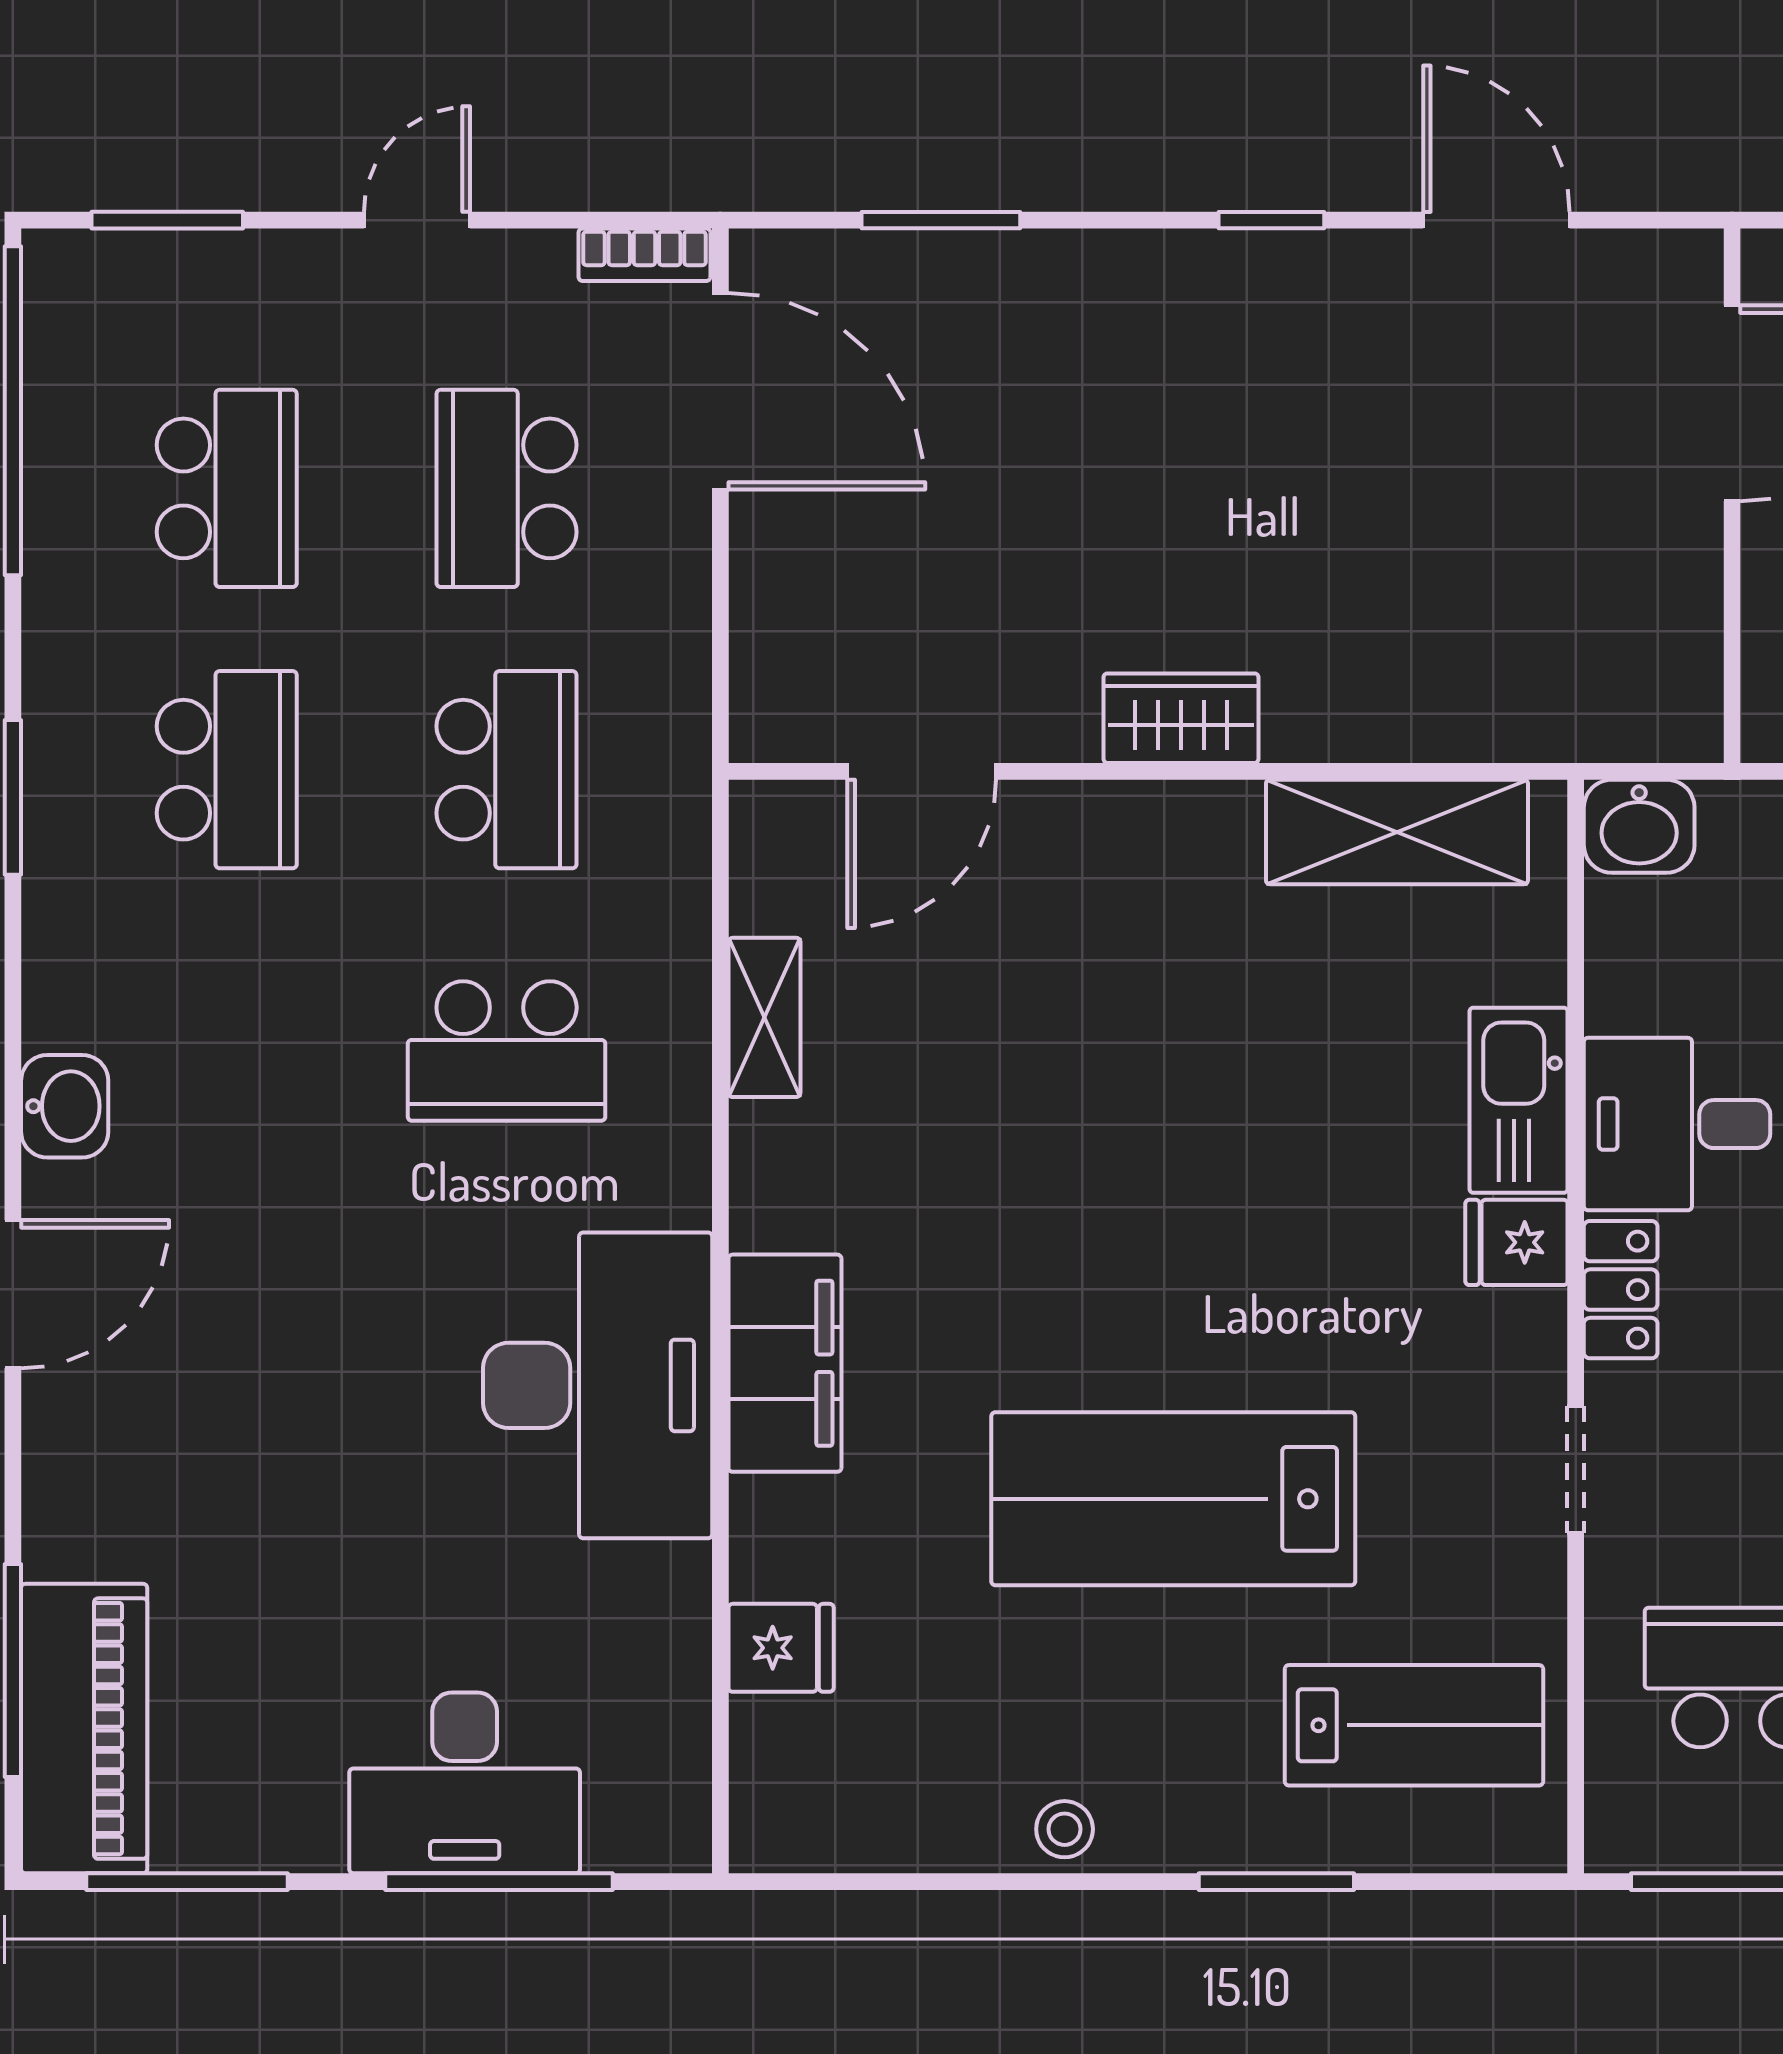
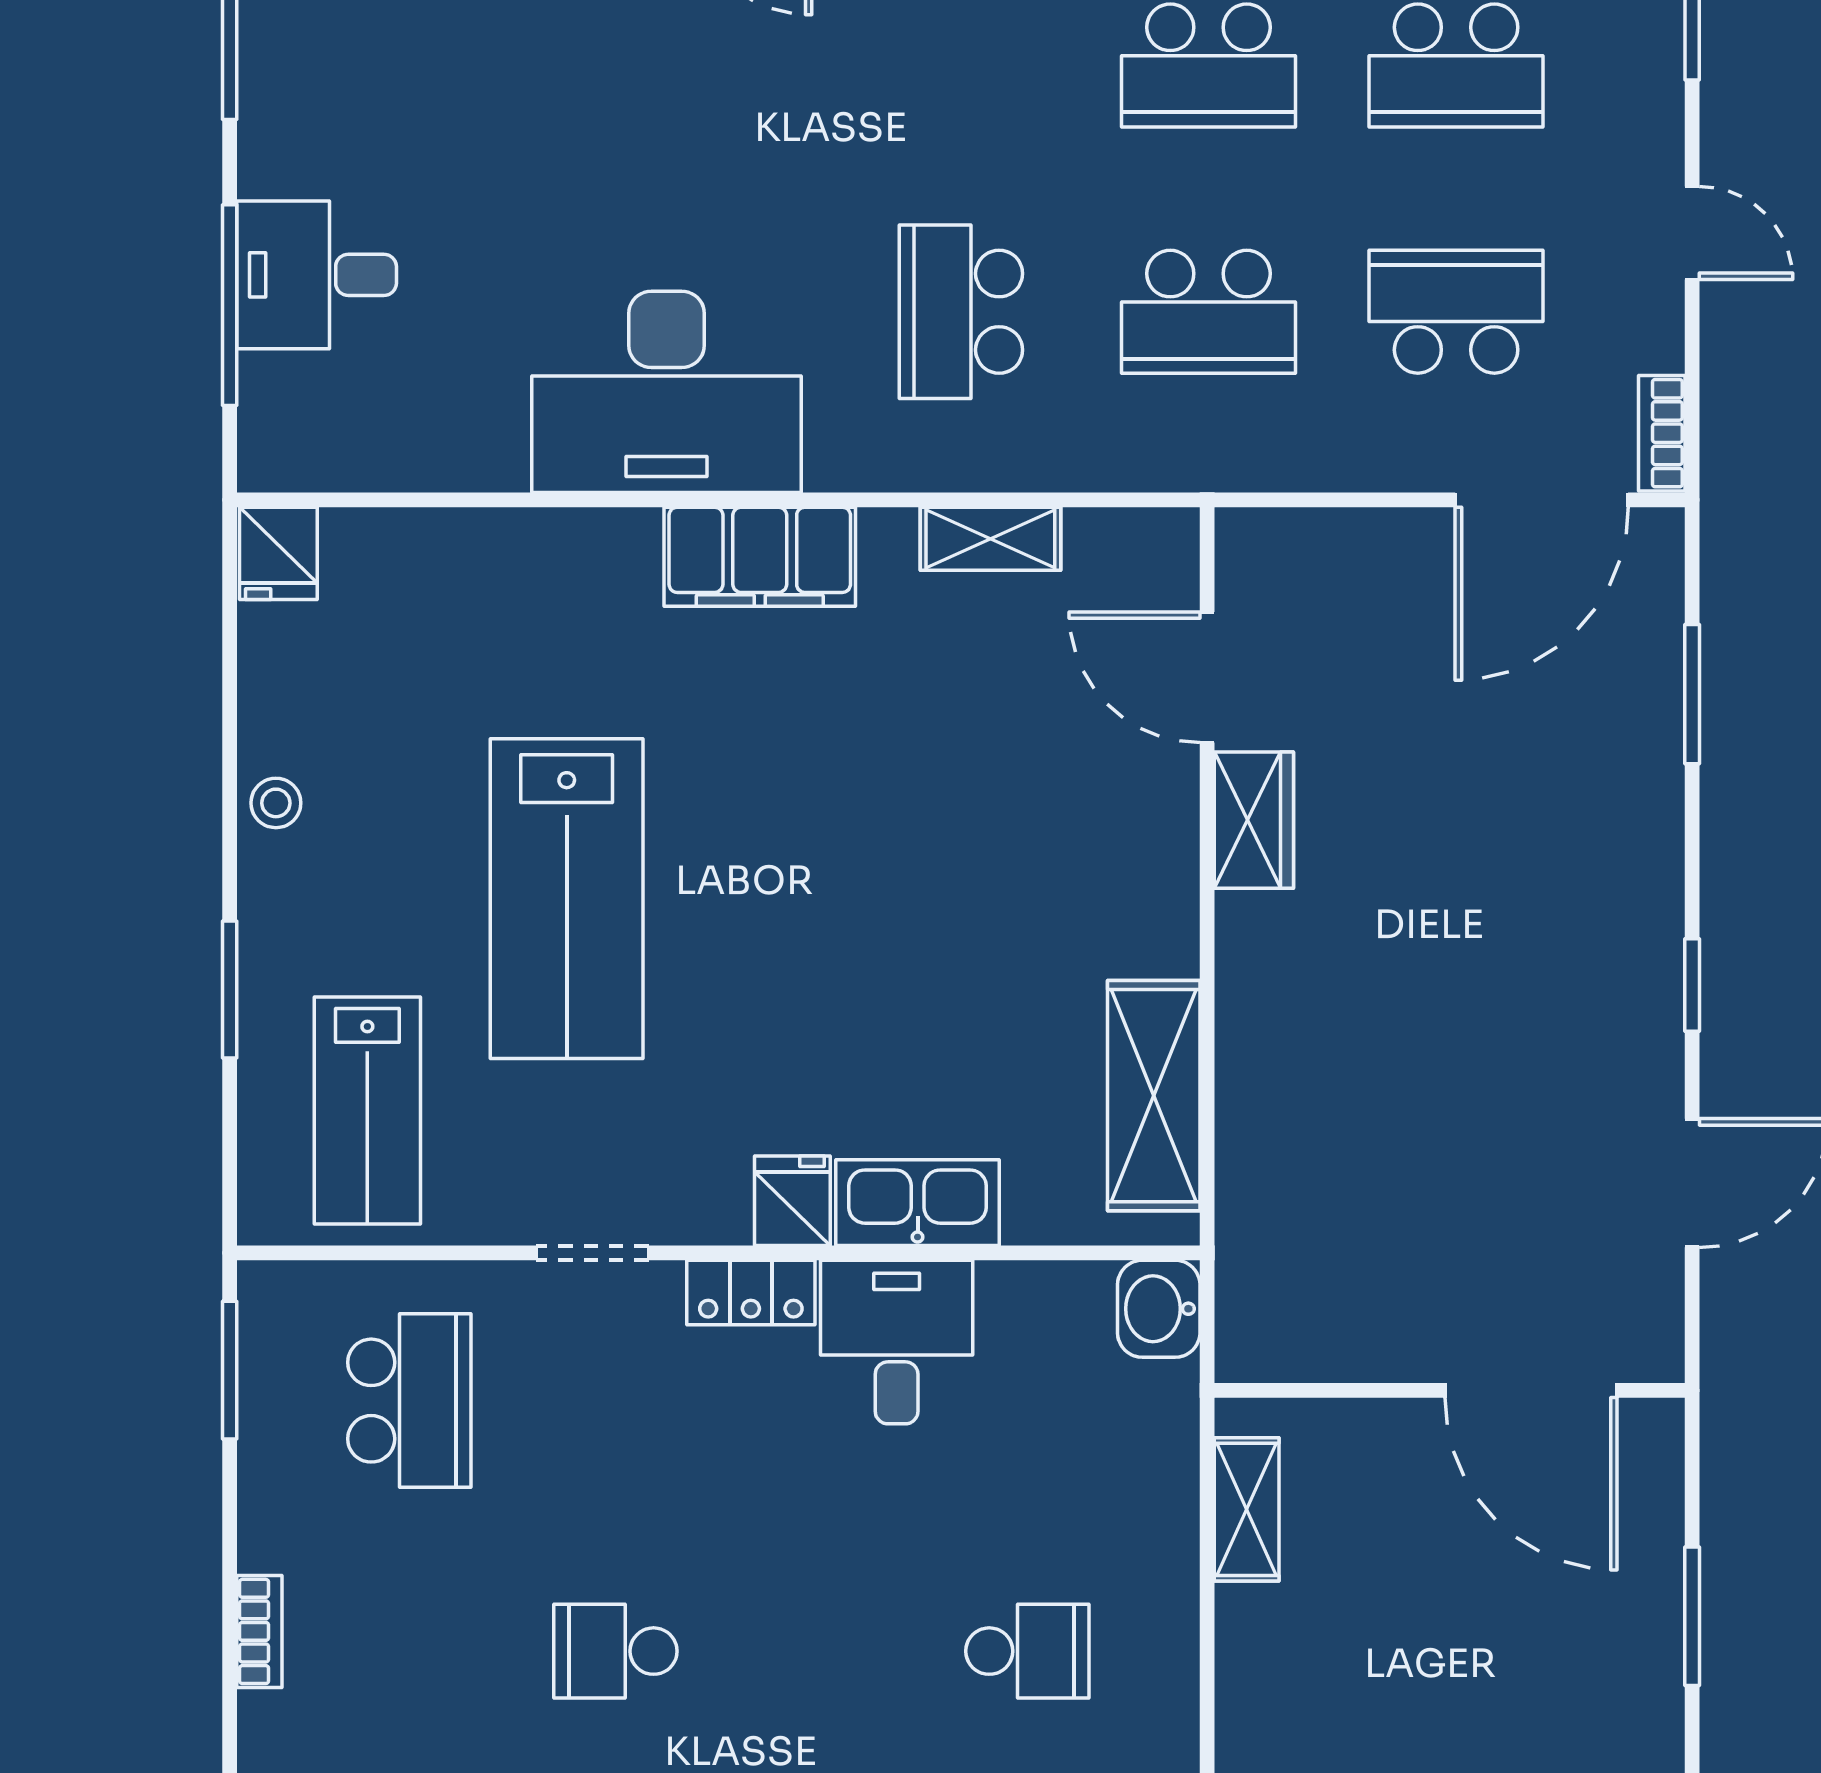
wardrobe: (1181, 718) -> (1254, 820), moved
filing cabinet: (785, 1363) -> (760, 557), moved
lab bench: (1173, 1499) -> (567, 899), turned 180
fridge: (781, 1648) -> (278, 553), moved
desk: (465, 1783) -> (317, 275), width x0.73

